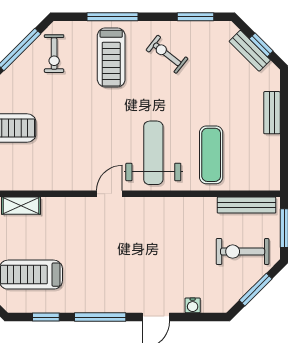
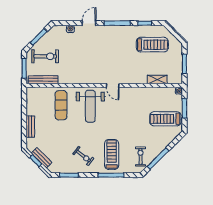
door: (109, 194) -> (113, 85), hinge flipped

